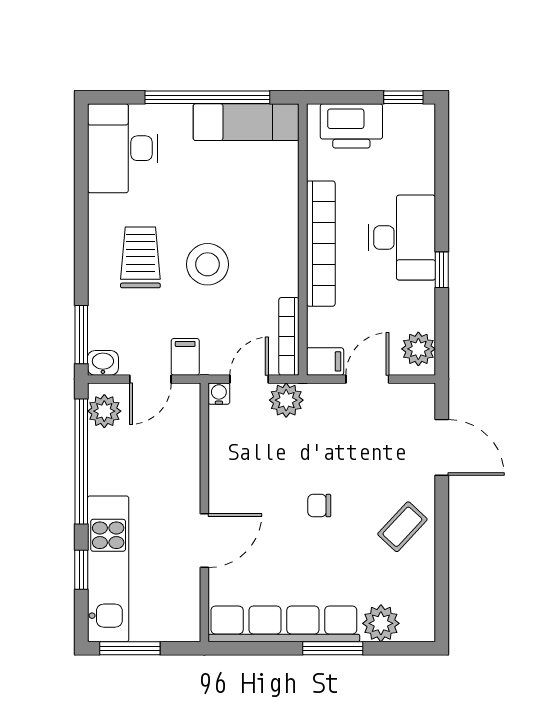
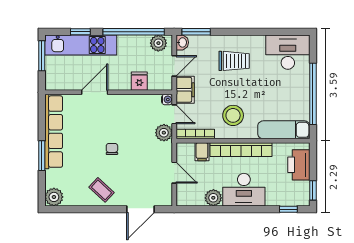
exam couch: (246, 122) -> (284, 130), moved, turned 90
stool: (208, 264) -> (233, 115), moved
window: (442, 270) -> (288, 209), moved
plant: (418, 349) -> (213, 198), moved
filing cabinet: (185, 357) -> (185, 90), width x2.00
filing cabinet: (325, 361) -> (202, 152), moved
door: (150, 379) -> (174, 66), swing flipped
fridge: (182, 450) -> (139, 81), added
door: (204, 541) -> (95, 92), swing flipped
plant: (381, 623) -> (54, 197), moved

